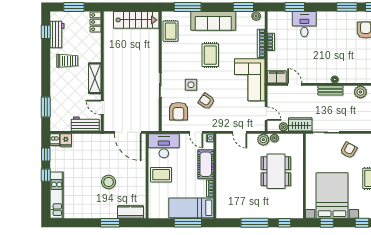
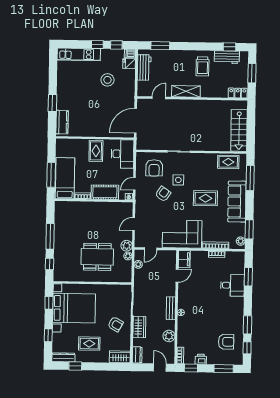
armchair: (178, 111) -> (154, 168), turned -90
workbench: (85, 124) -> (144, 67), moved
wardrobe: (300, 124) -> (139, 327), moved
stool: (109, 182) -> (107, 80), moved

